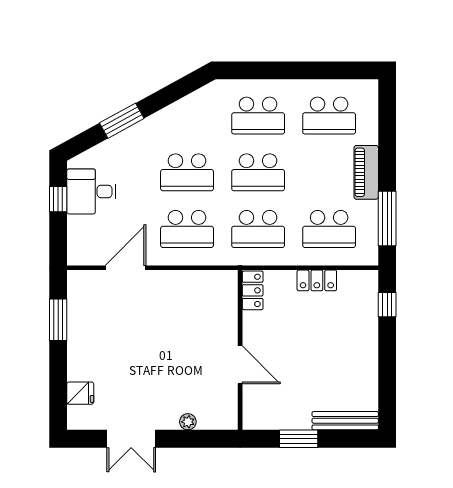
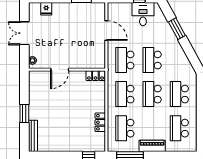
locker: (253, 290) -> (95, 76), moved
wall: (240, 350) -> (67, 70), moved
door: (240, 365) -> (60, 70), moved

